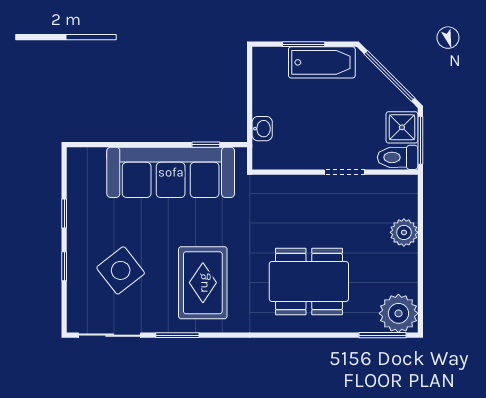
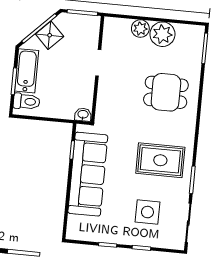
shower: (402, 127) -> (50, 35), moved, turned 45
washbasin: (262, 129) -> (83, 115), moved
toilet: (398, 157) -> (27, 101), moved, turned -90
side table: (121, 270) -> (147, 212), turned 38
dining table: (309, 282) -> (166, 92), width x0.73
plant: (398, 313) -> (162, 34), moved

